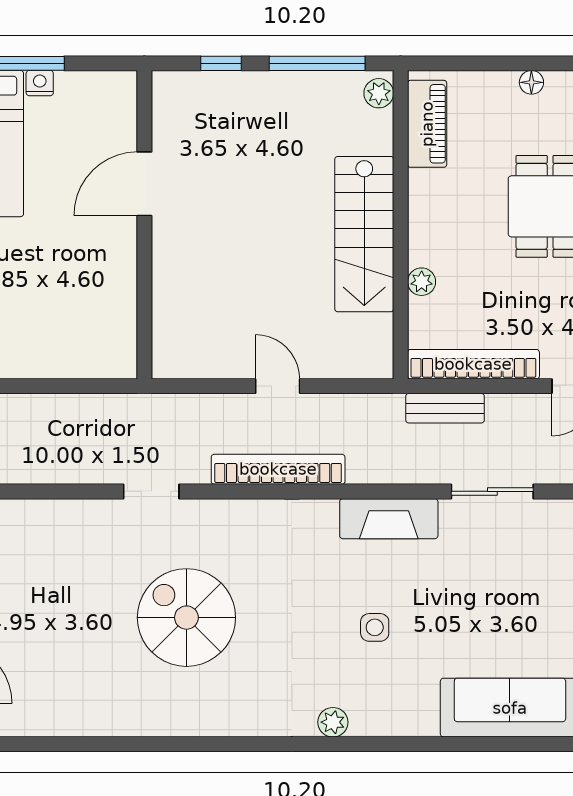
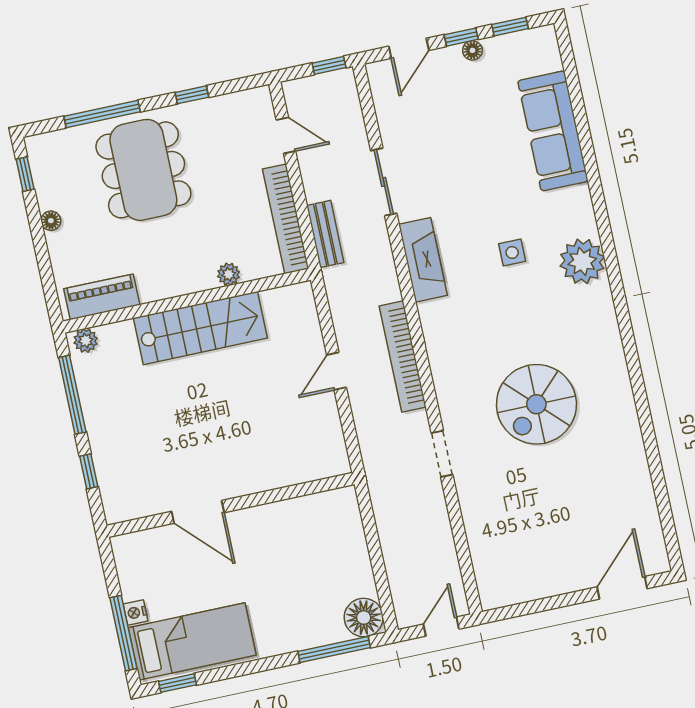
plant: (333, 722) -> (582, 261), width x1.87, depth x1.87

